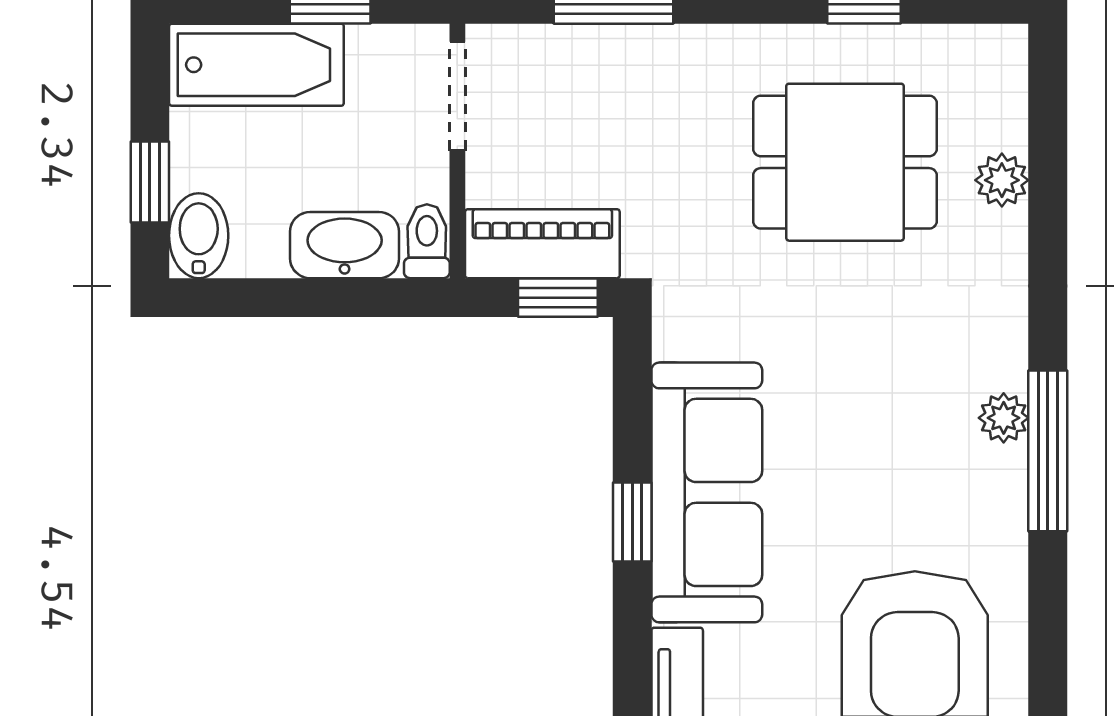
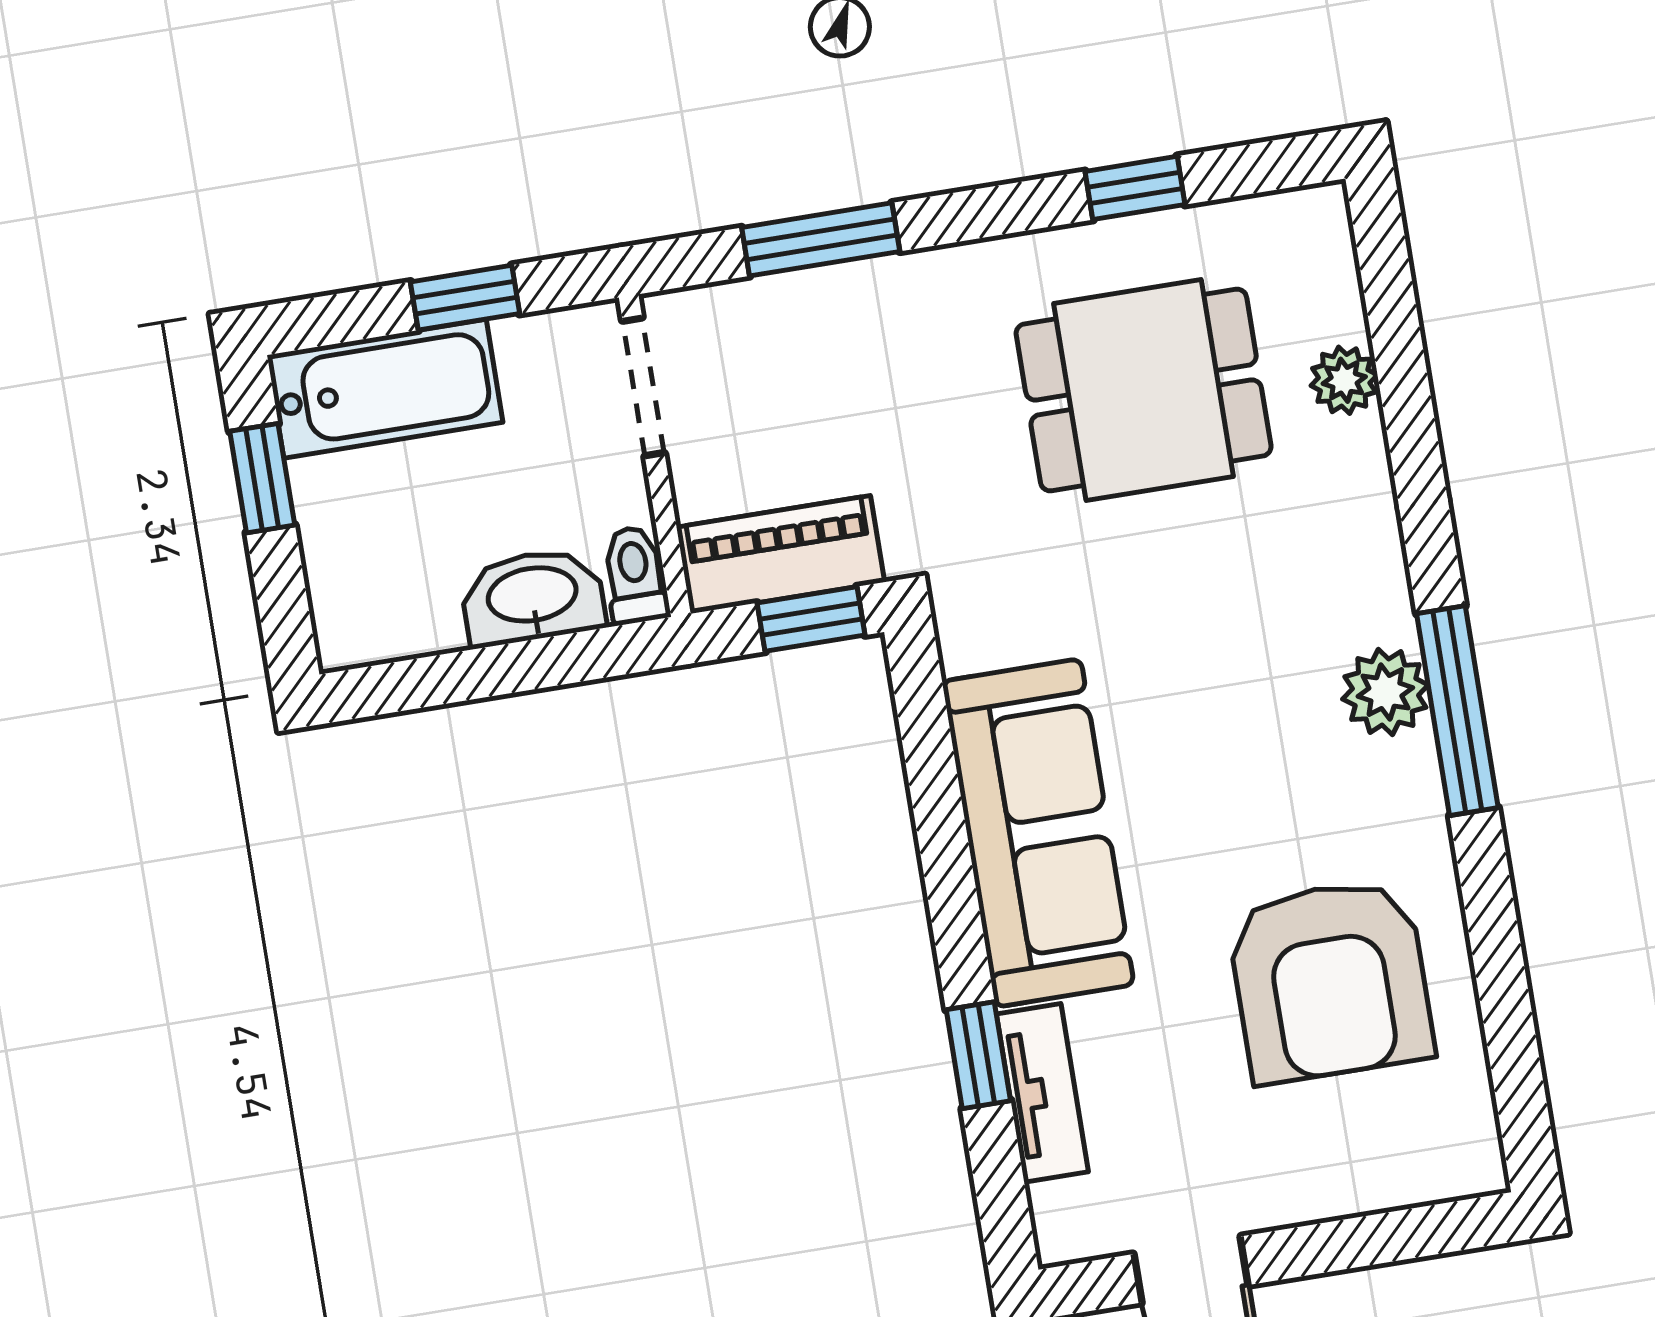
window: (150, 182) -> (262, 478), moved
bidet: (199, 236) -> (348, 615), removed
plant: (1004, 418) -> (1385, 692), width x1.38, depth x1.38
window: (632, 522) -> (978, 1055), moved

